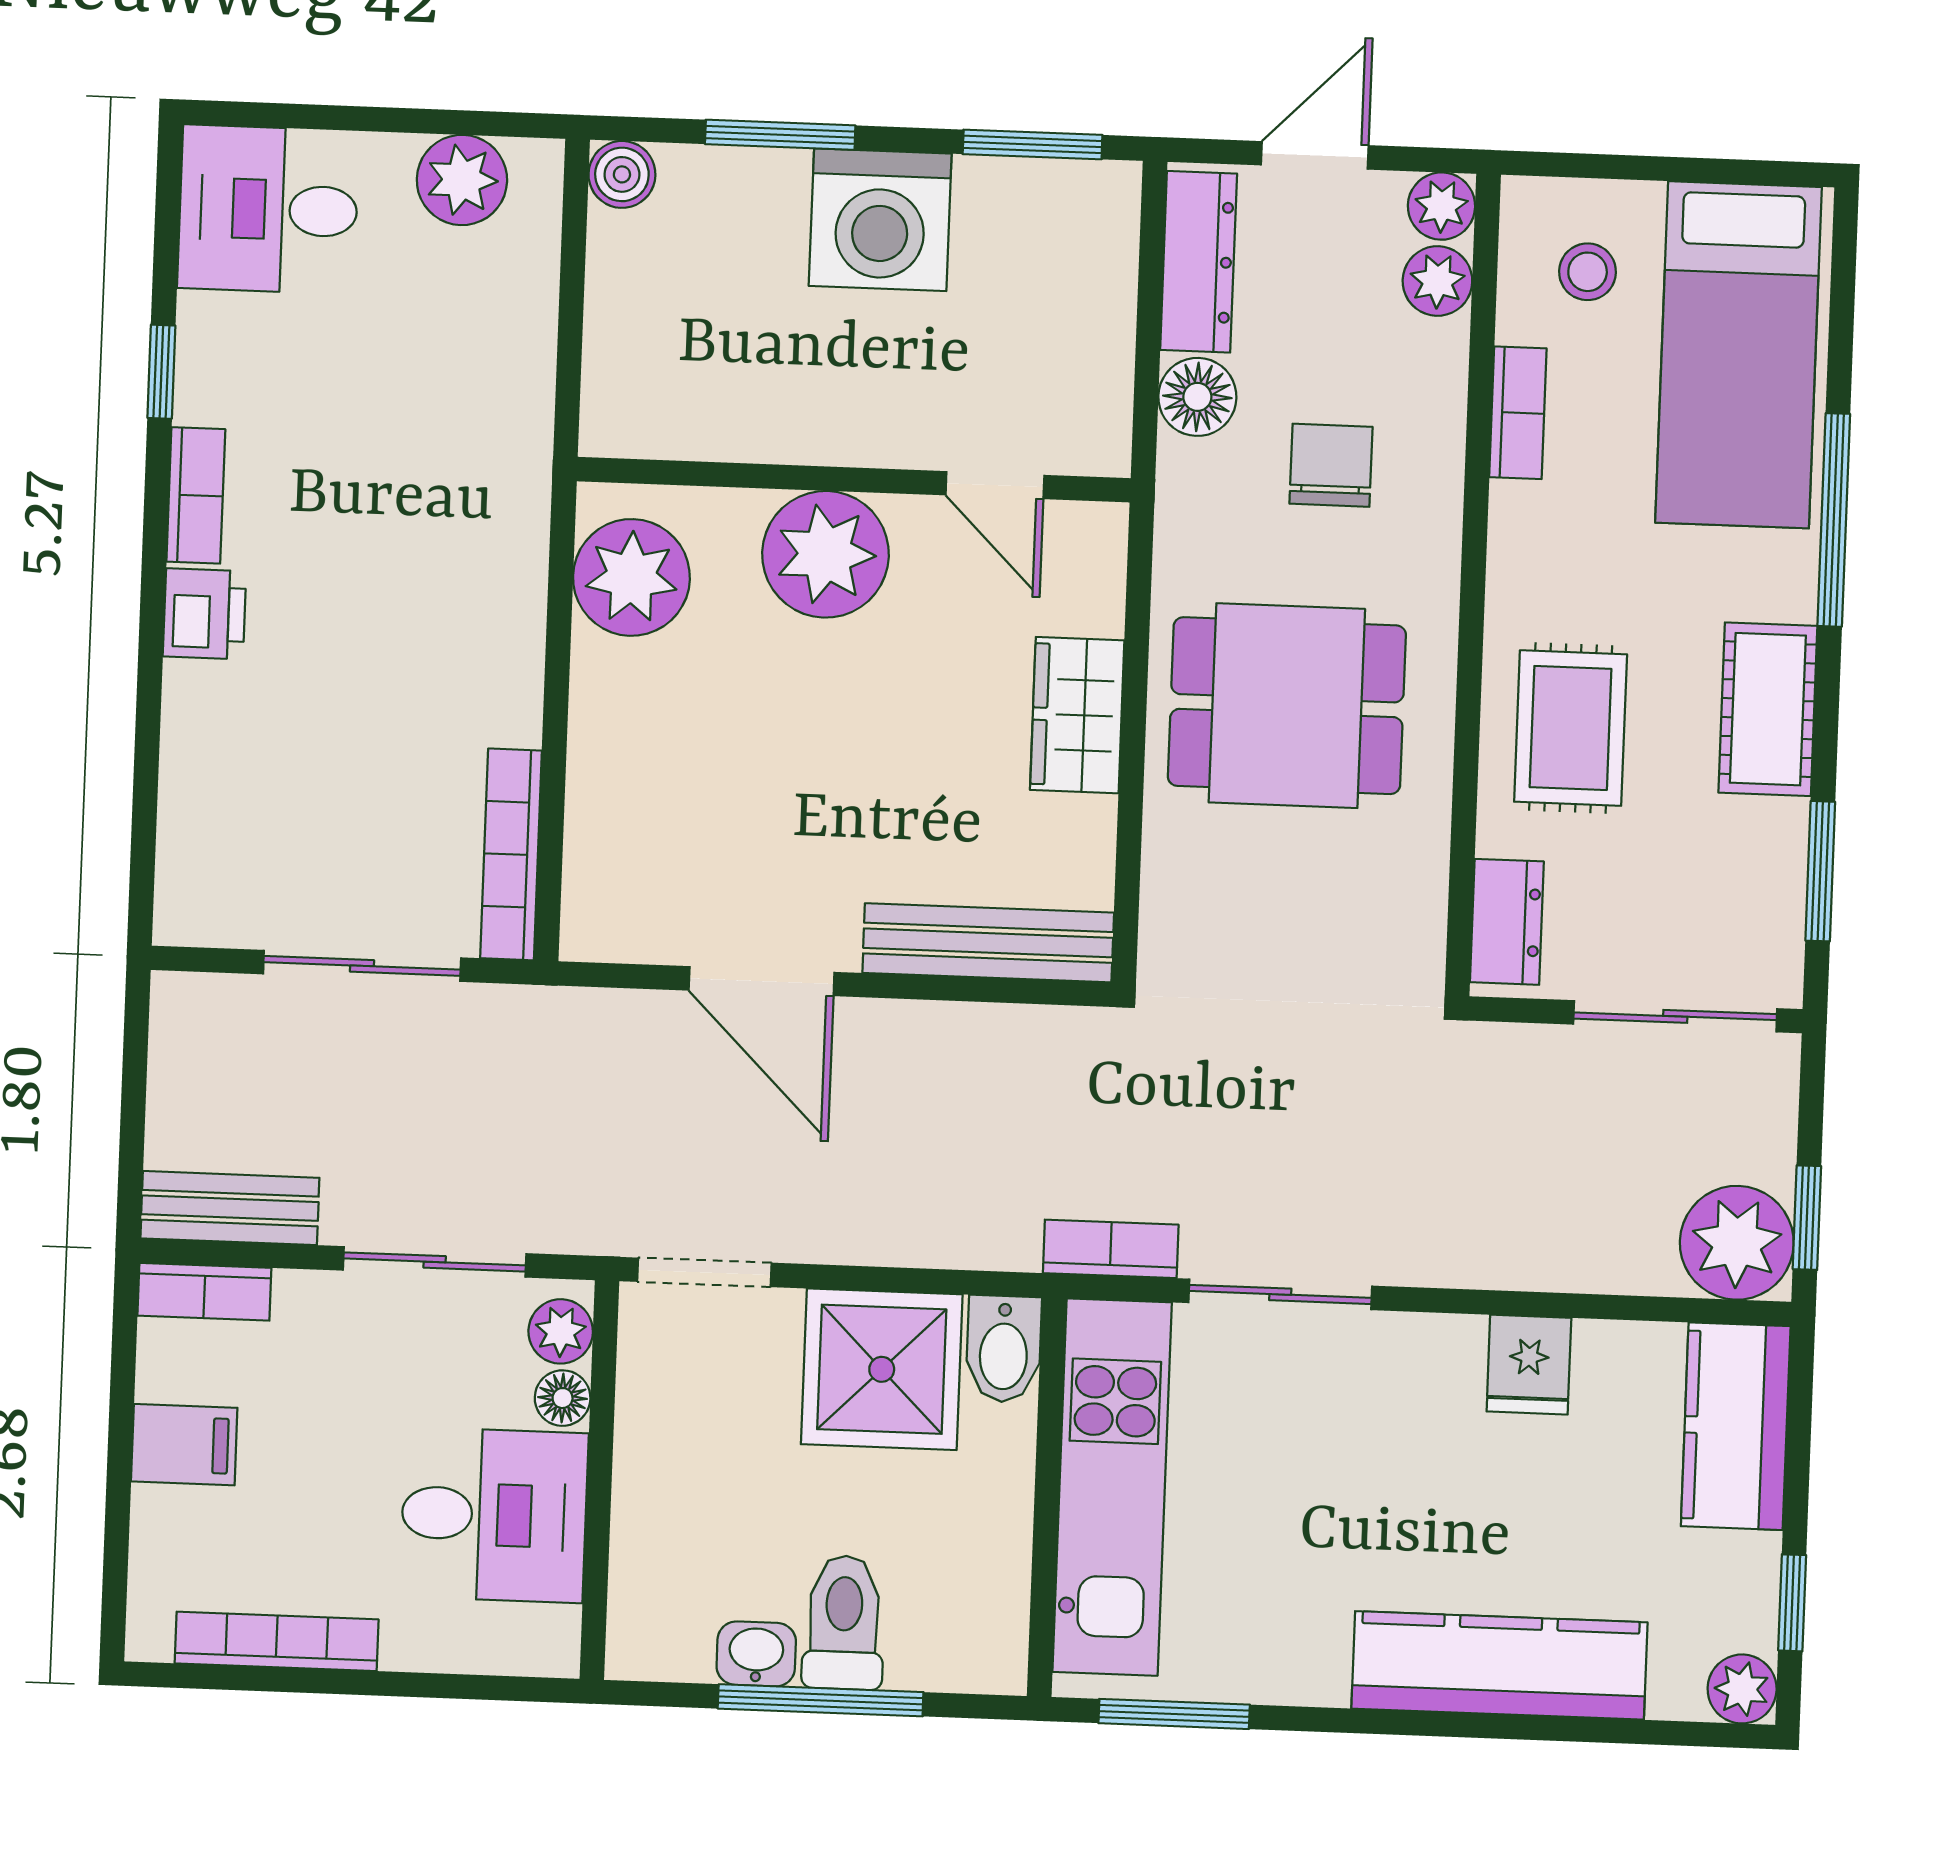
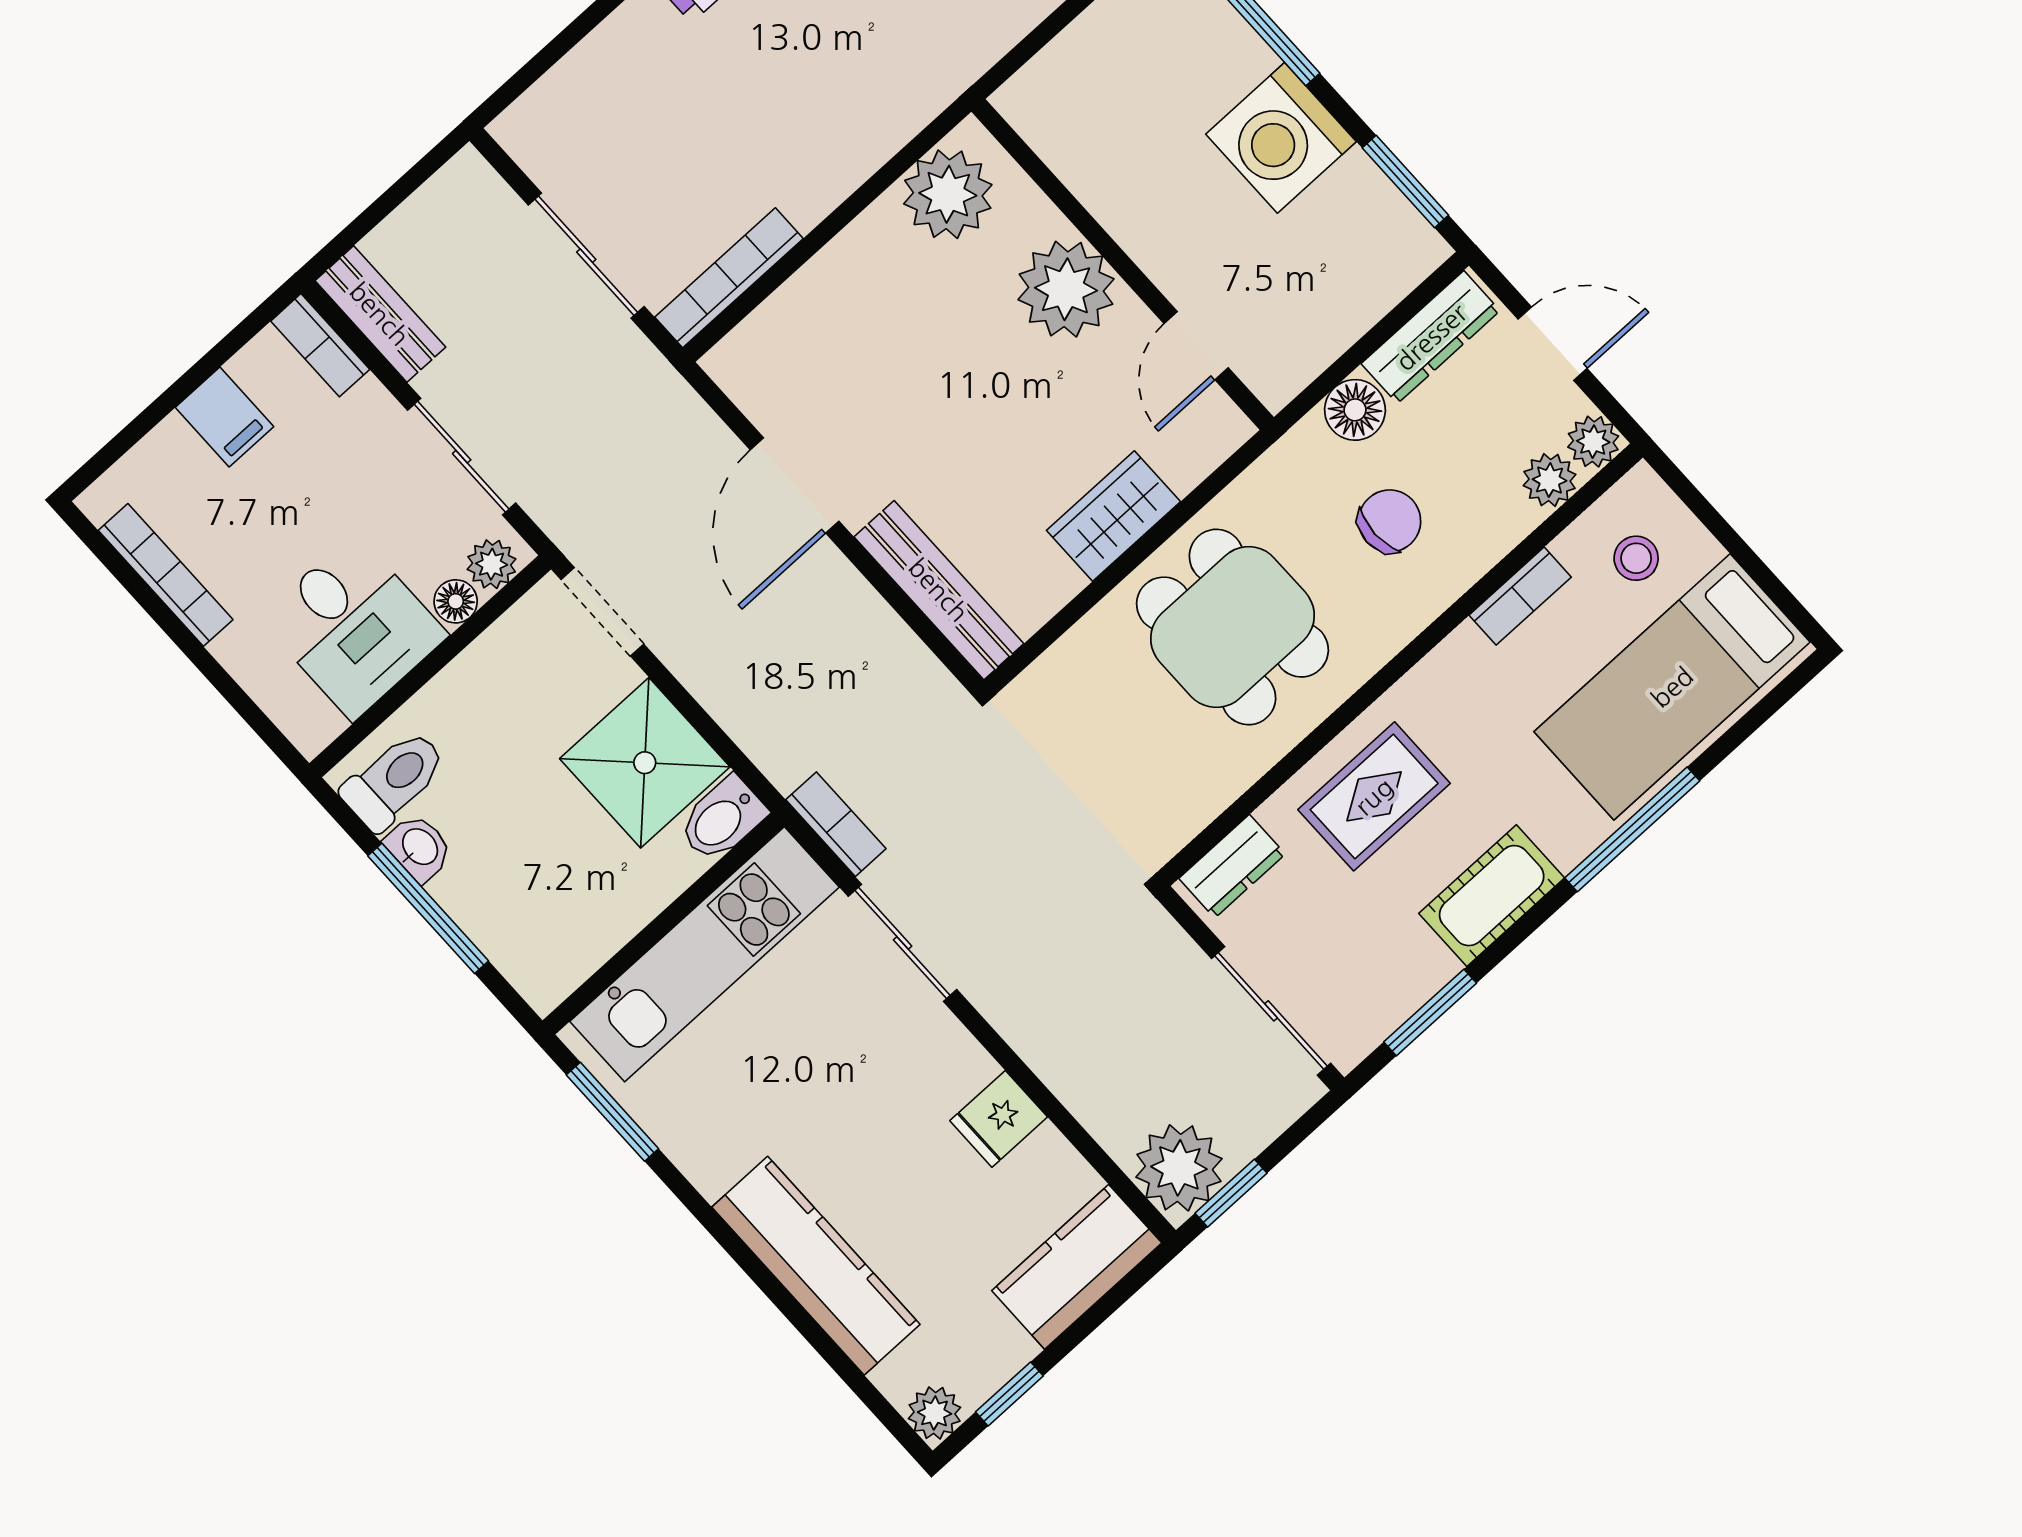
toilet: (844, 1622) -> (394, 780), moved

